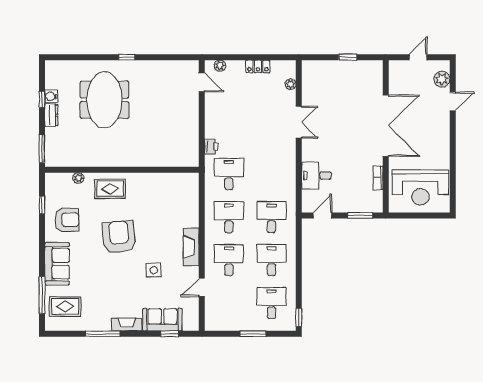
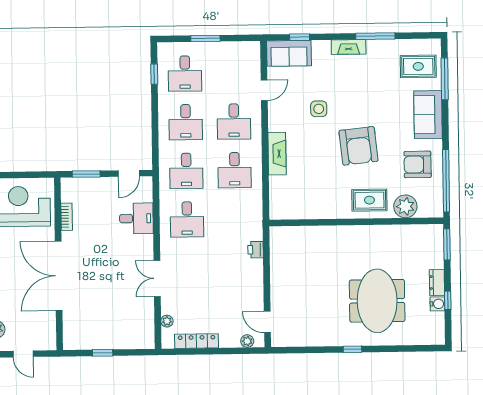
door: (418, 57) -> (23, 354), hinge flipped
locker: (258, 66) -> (197, 341), width x1.53
desk: (229, 174) -> (187, 219), moved
plant: (78, 178) -> (405, 206), width x1.88, depth x1.88
window: (42, 205) -> (446, 181), width x3.17
fireplace: (191, 247) -> (277, 154), moved
window: (299, 317) -> (154, 74), moved
sofa: (162, 320) -> (289, 53), moved

